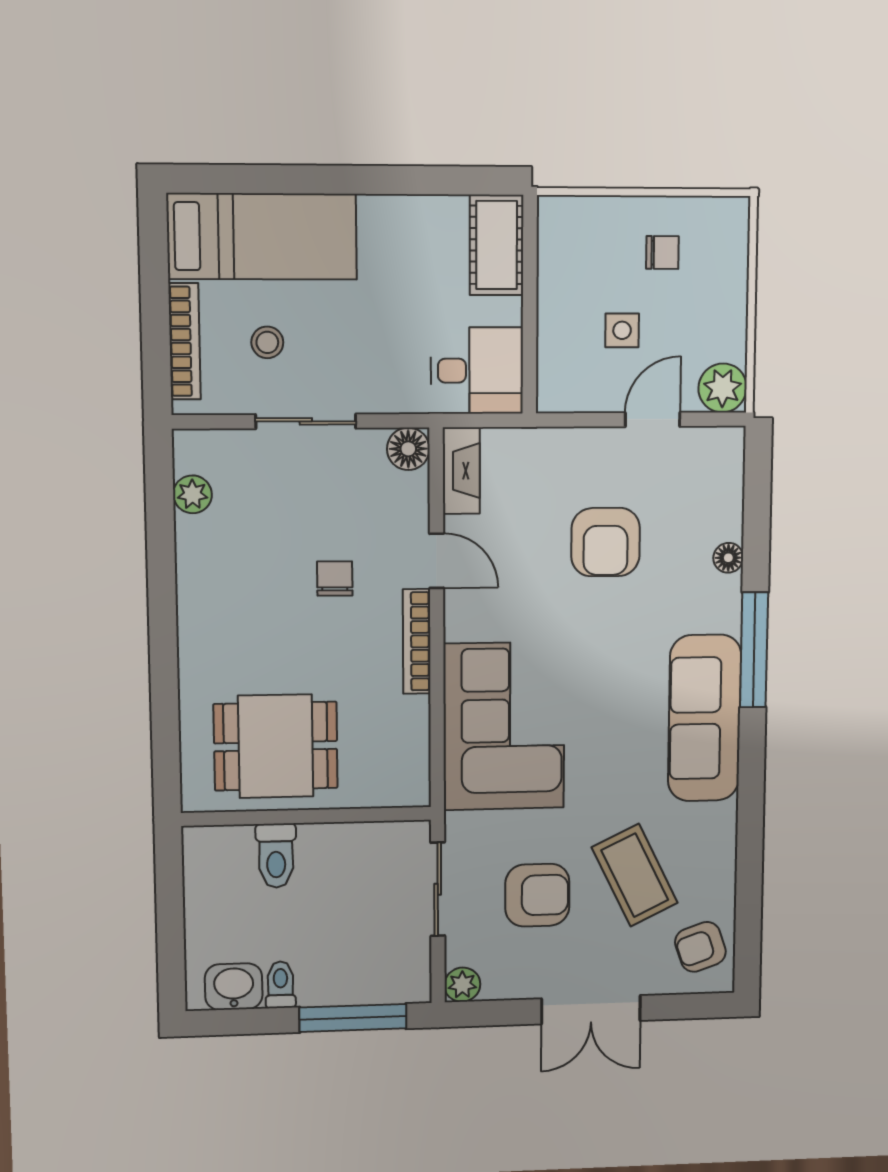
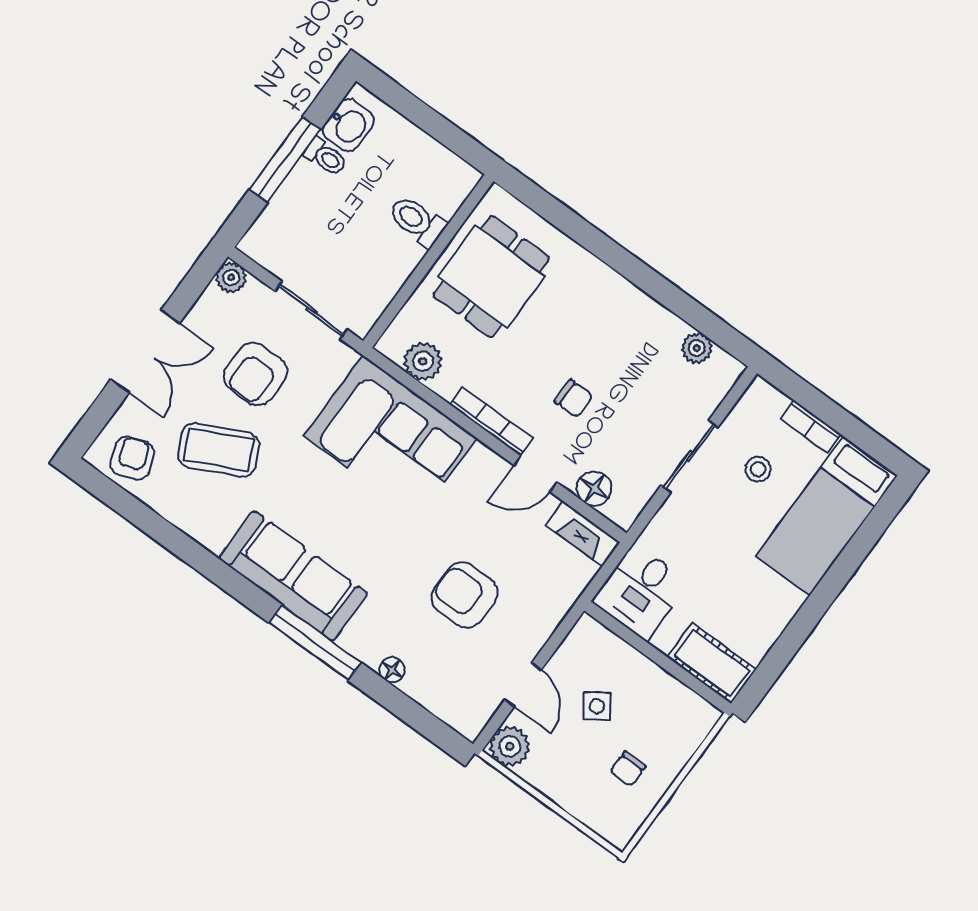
side table: (622, 330) -> (597, 706), turned -34
bookcase: (184, 341) -> (811, 427), width x0.64
floor lamp: (408, 449) -> (594, 489), moved
plant: (408, 750) -> (423, 361), added
double door: (591, 1010) -> (145, 351), swing flipped
window: (353, 1018) -> (285, 160), moved

